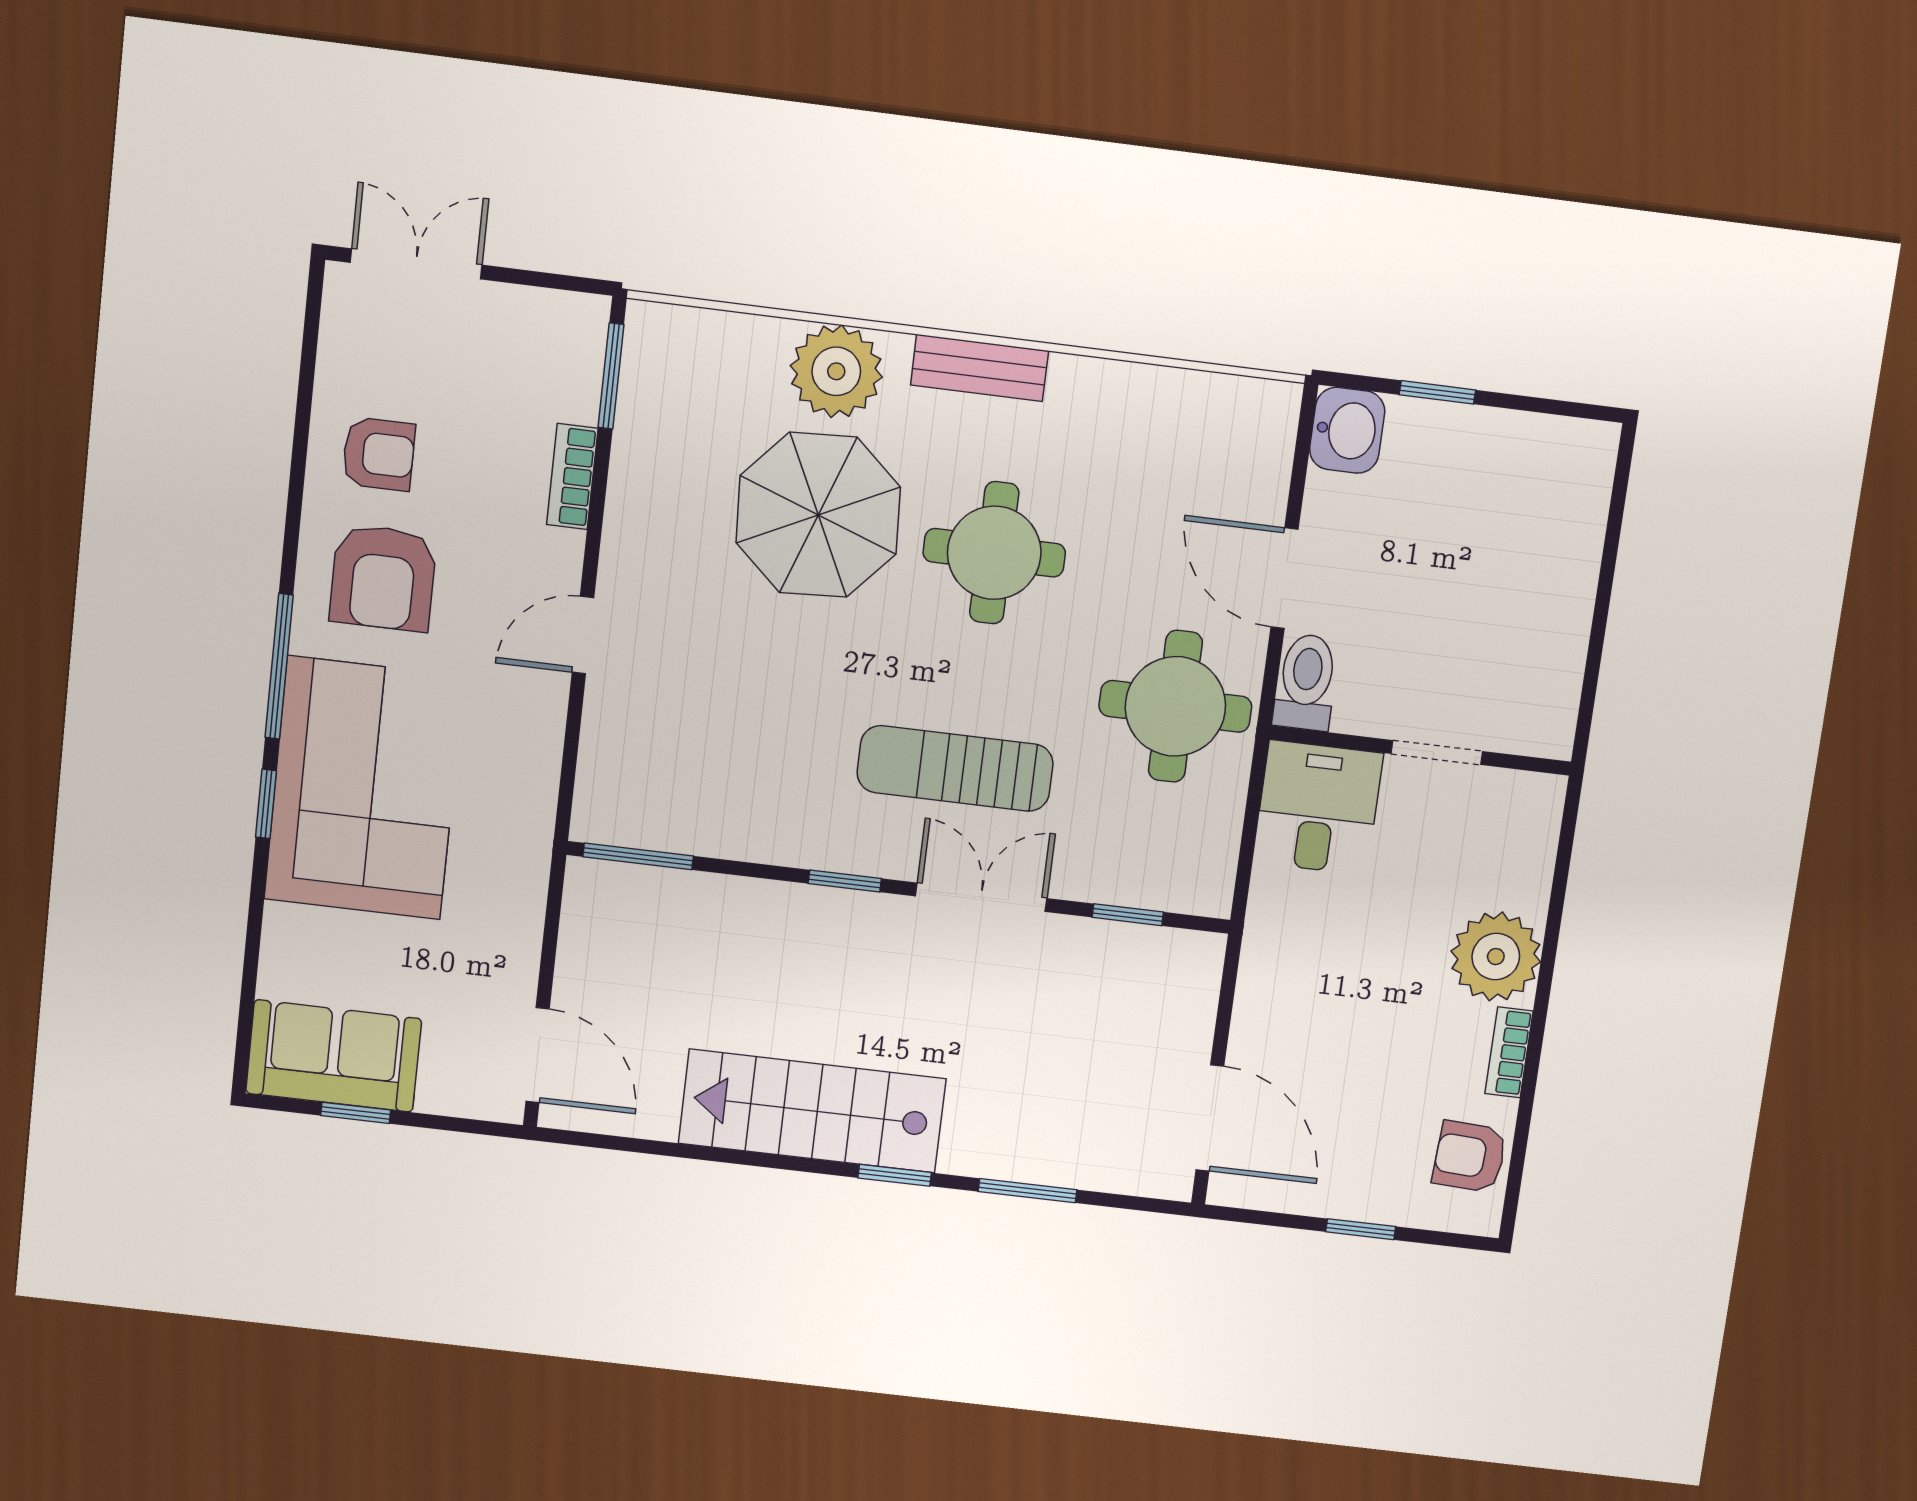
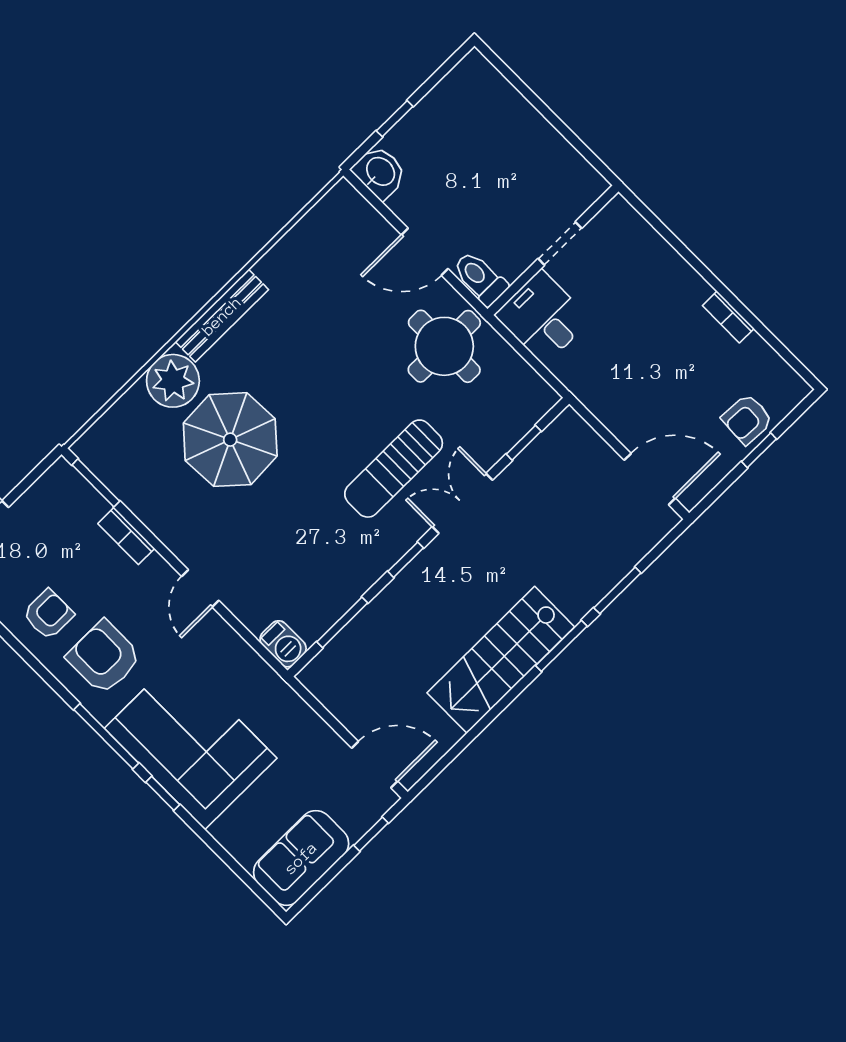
bench: (980, 368) -> (222, 316), width x1.36
round table: (994, 553) -> (310, 374), removed
armchair: (383, 578) -> (104, 657), turned 180
barbecue: (599, 806) -> (283, 644), added
window: (638, 856) -> (342, 622), moved
plant: (1496, 957) -> (678, 289), removed
window: (356, 1113) -> (371, 834), moved
armchair: (1470, 1157) -> (747, 419), moved
window: (895, 1175) -> (561, 646), width x1.50

